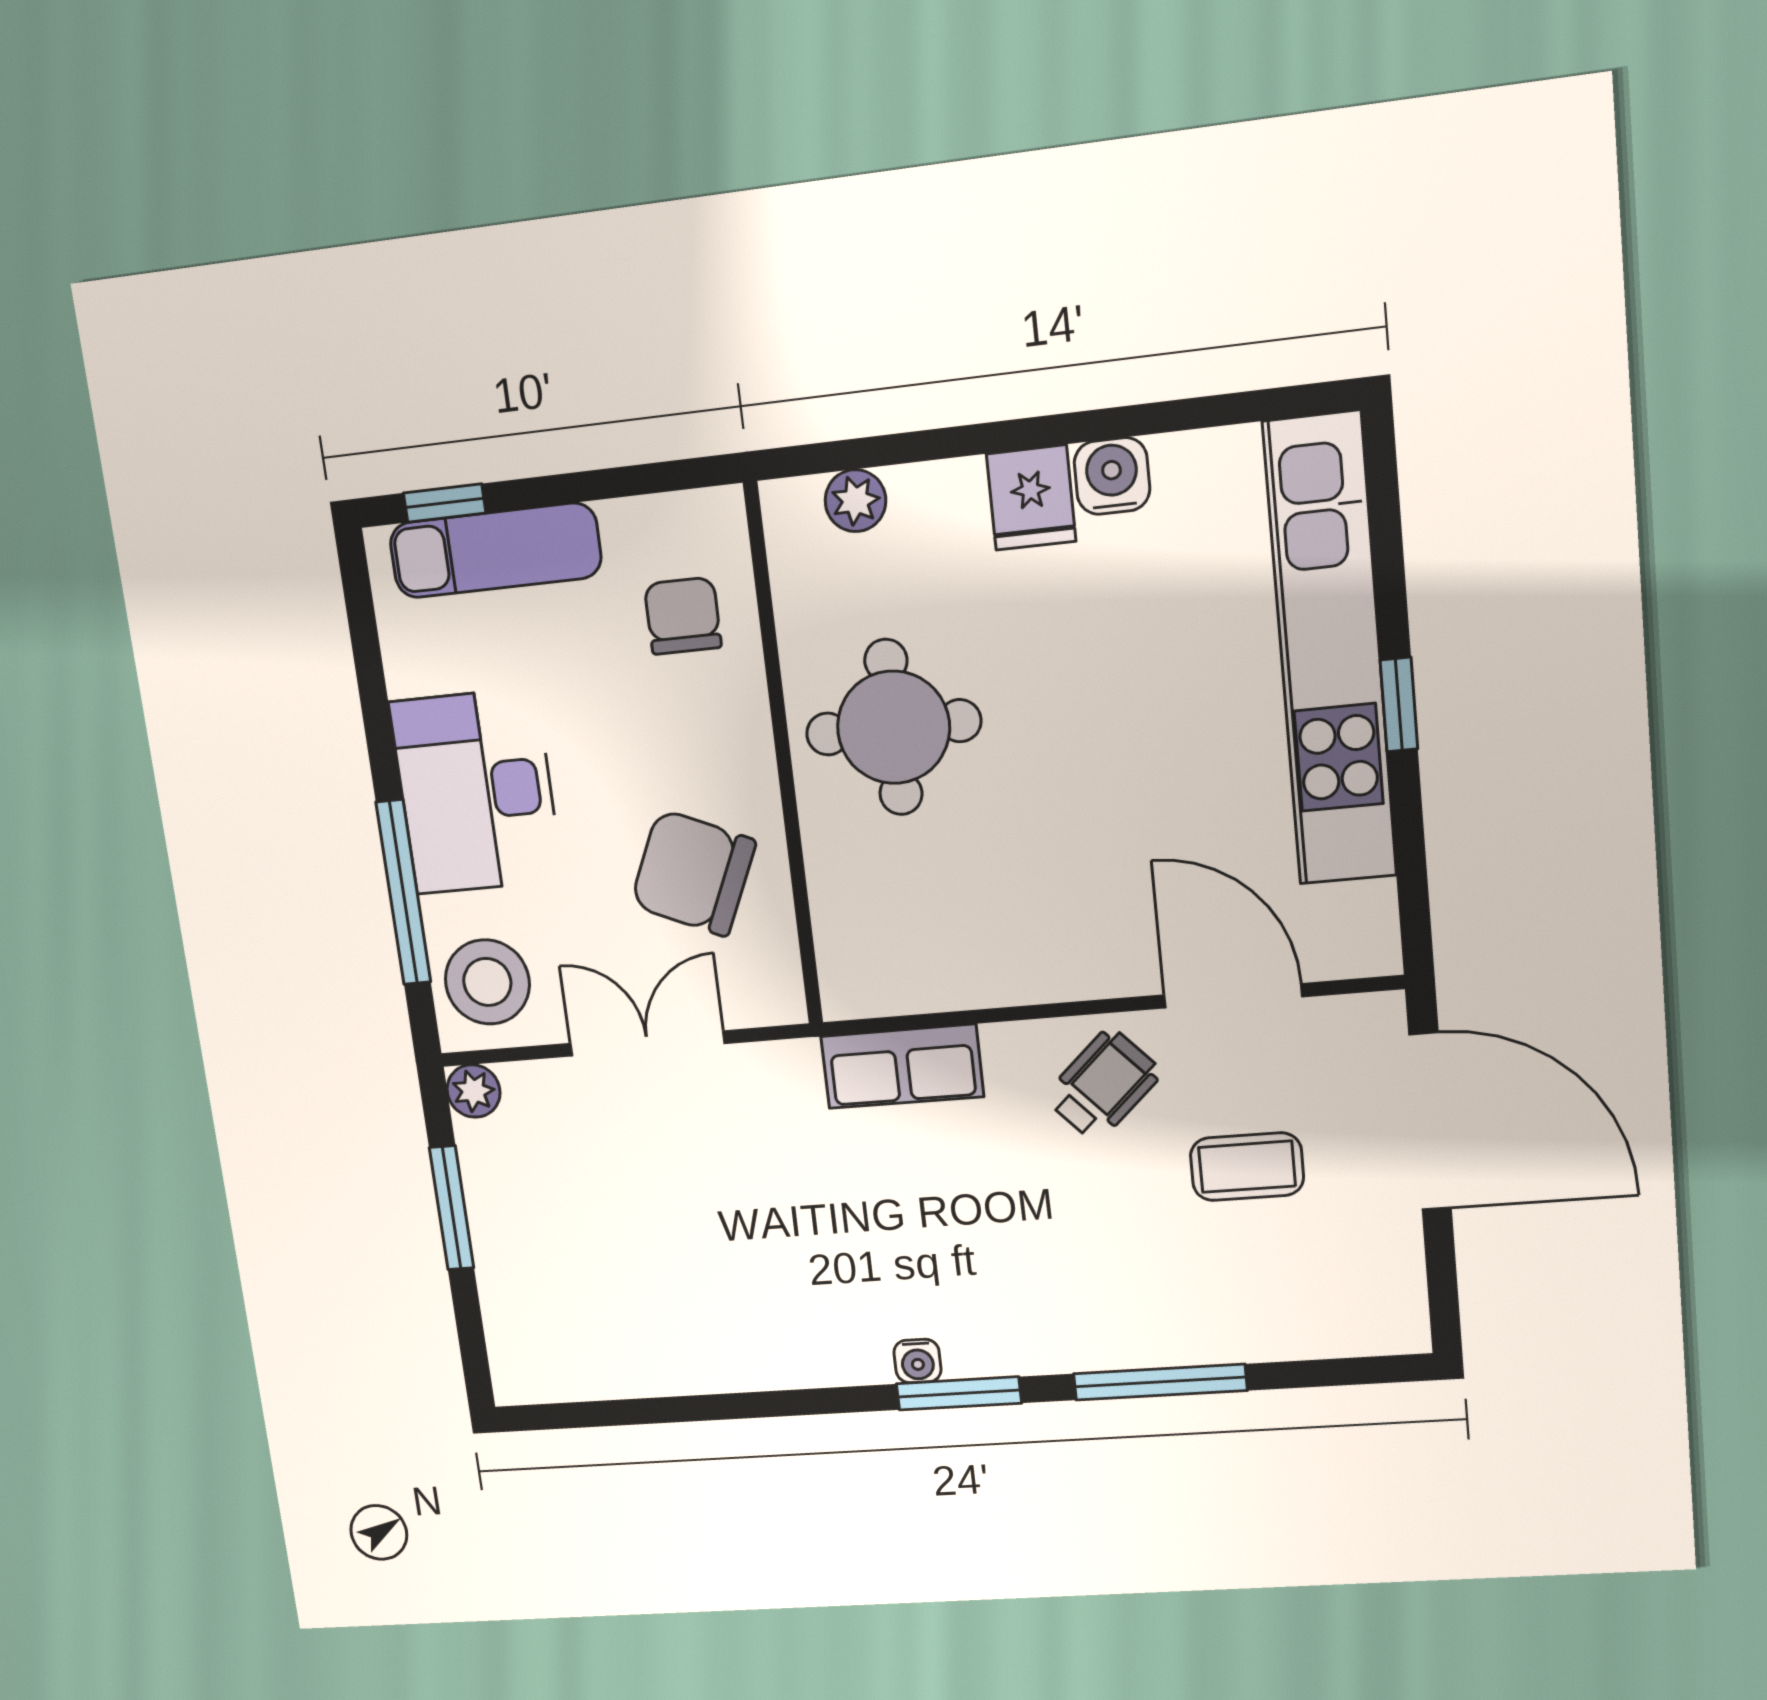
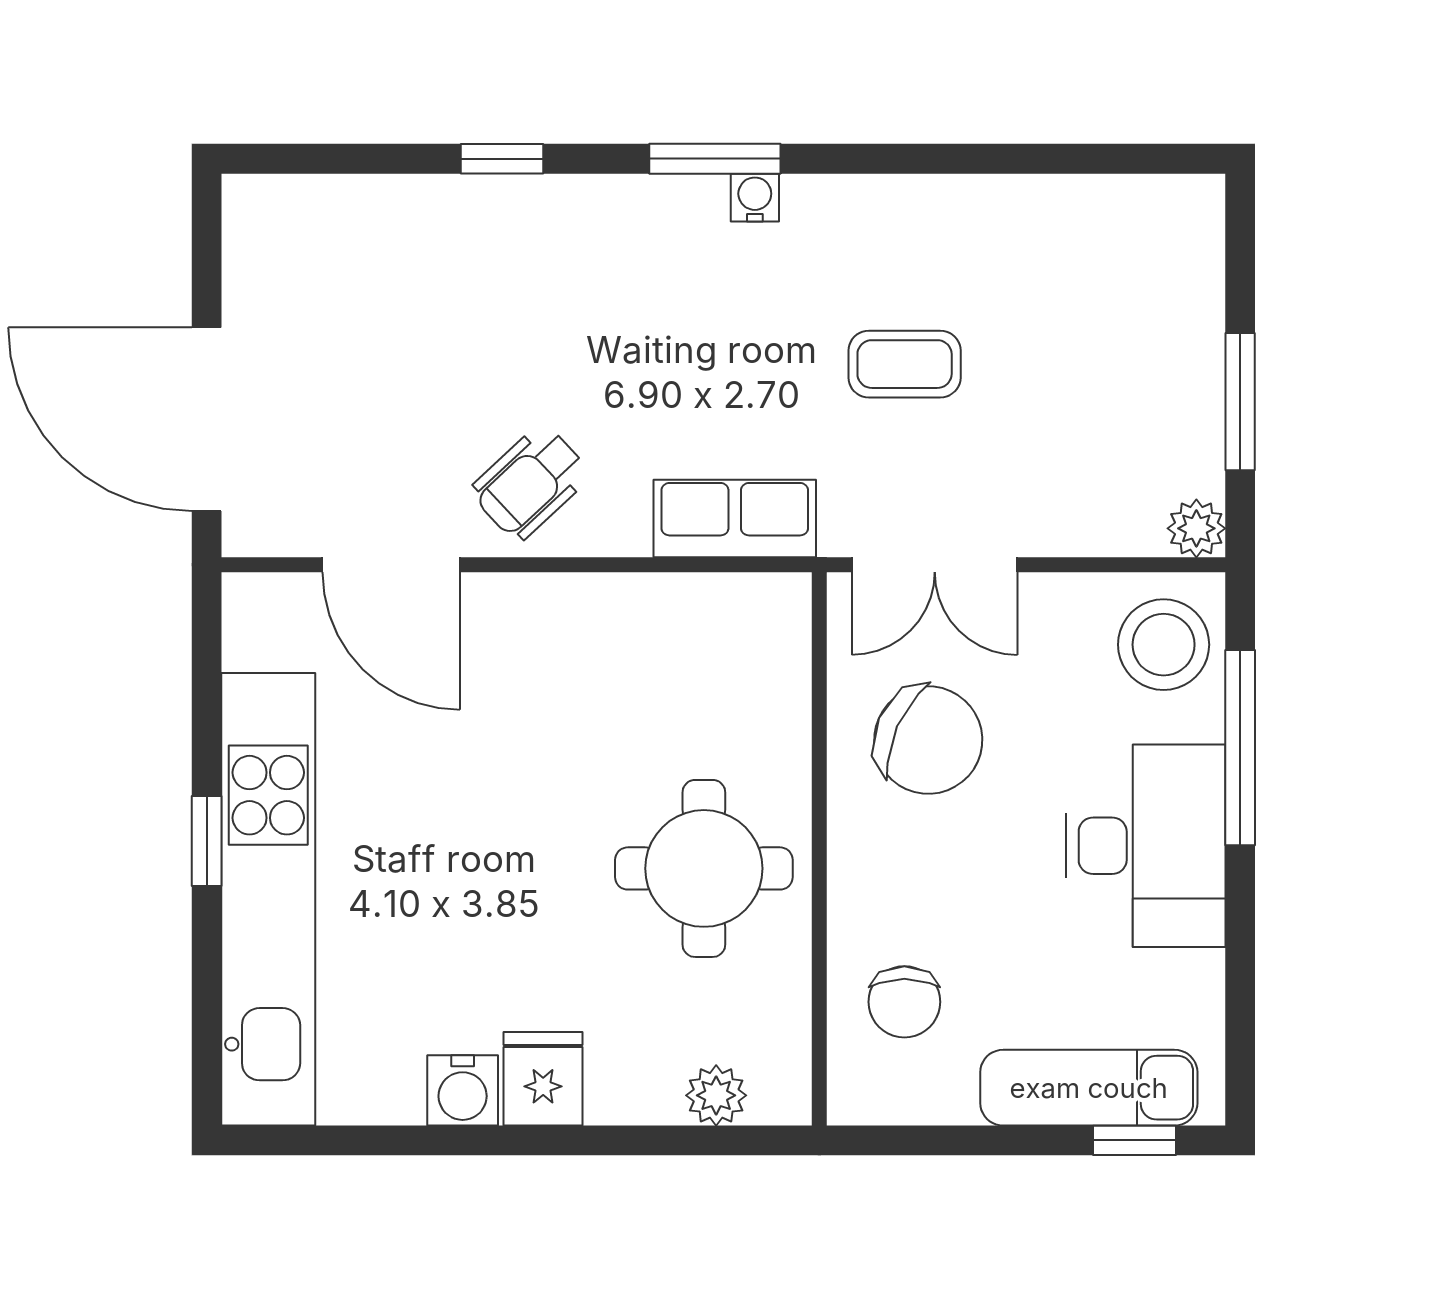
double door: (647, 1043) -> (935, 565), moved
coffee table: (1247, 1167) -> (905, 364), moved
window: (1160, 1382) -> (502, 159), width x0.46

